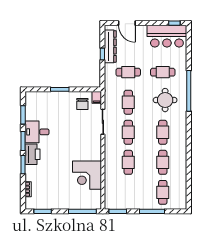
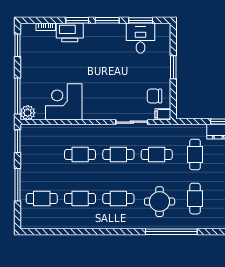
desk: (37, 132) -> (141, 38), moved
printer: (32, 154) -> (70, 32), moved
plant: (95, 203) -> (28, 113), added

